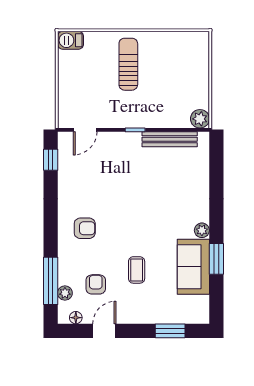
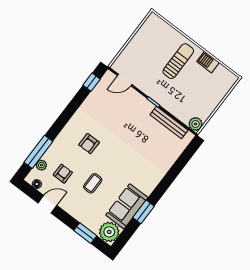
barbecue: (71, 40) -> (208, 62), moved
armchair: (85, 228) -> (89, 144), moved, turned 90
plant: (202, 230) -> (109, 232), moved, width x1.88, depth x1.88

